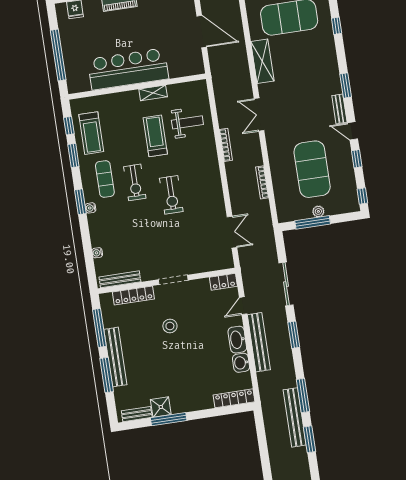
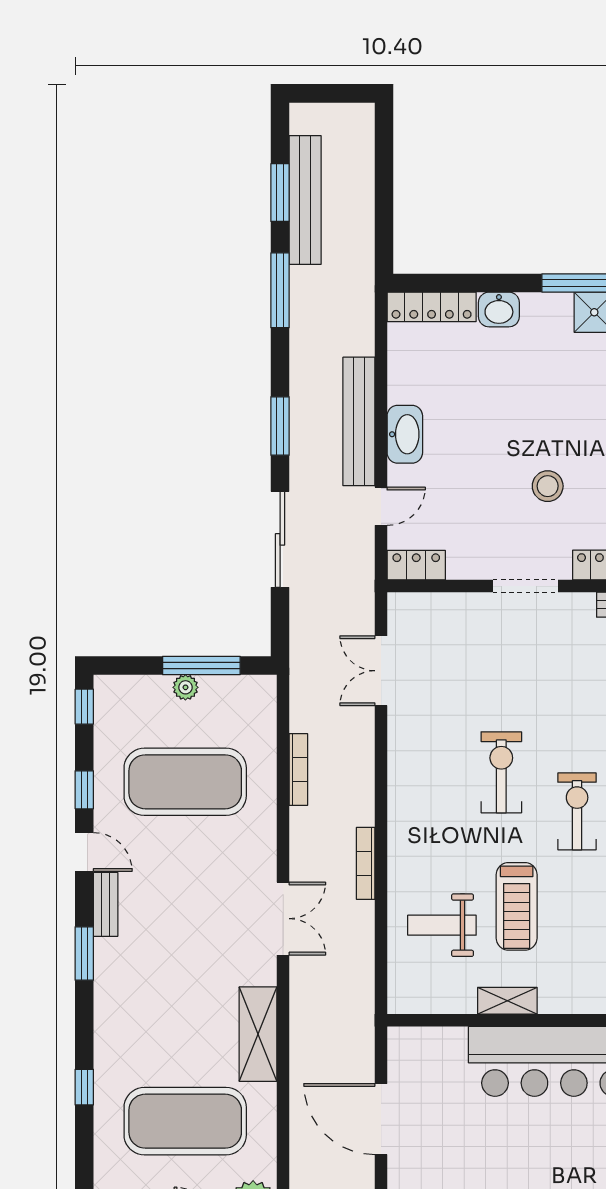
exercise mat: (312, 169) -> (185, 782), turned 90
washbasin: (241, 363) -> (499, 310), moved, turned 90
bench: (295, 417) -> (305, 200), moved

